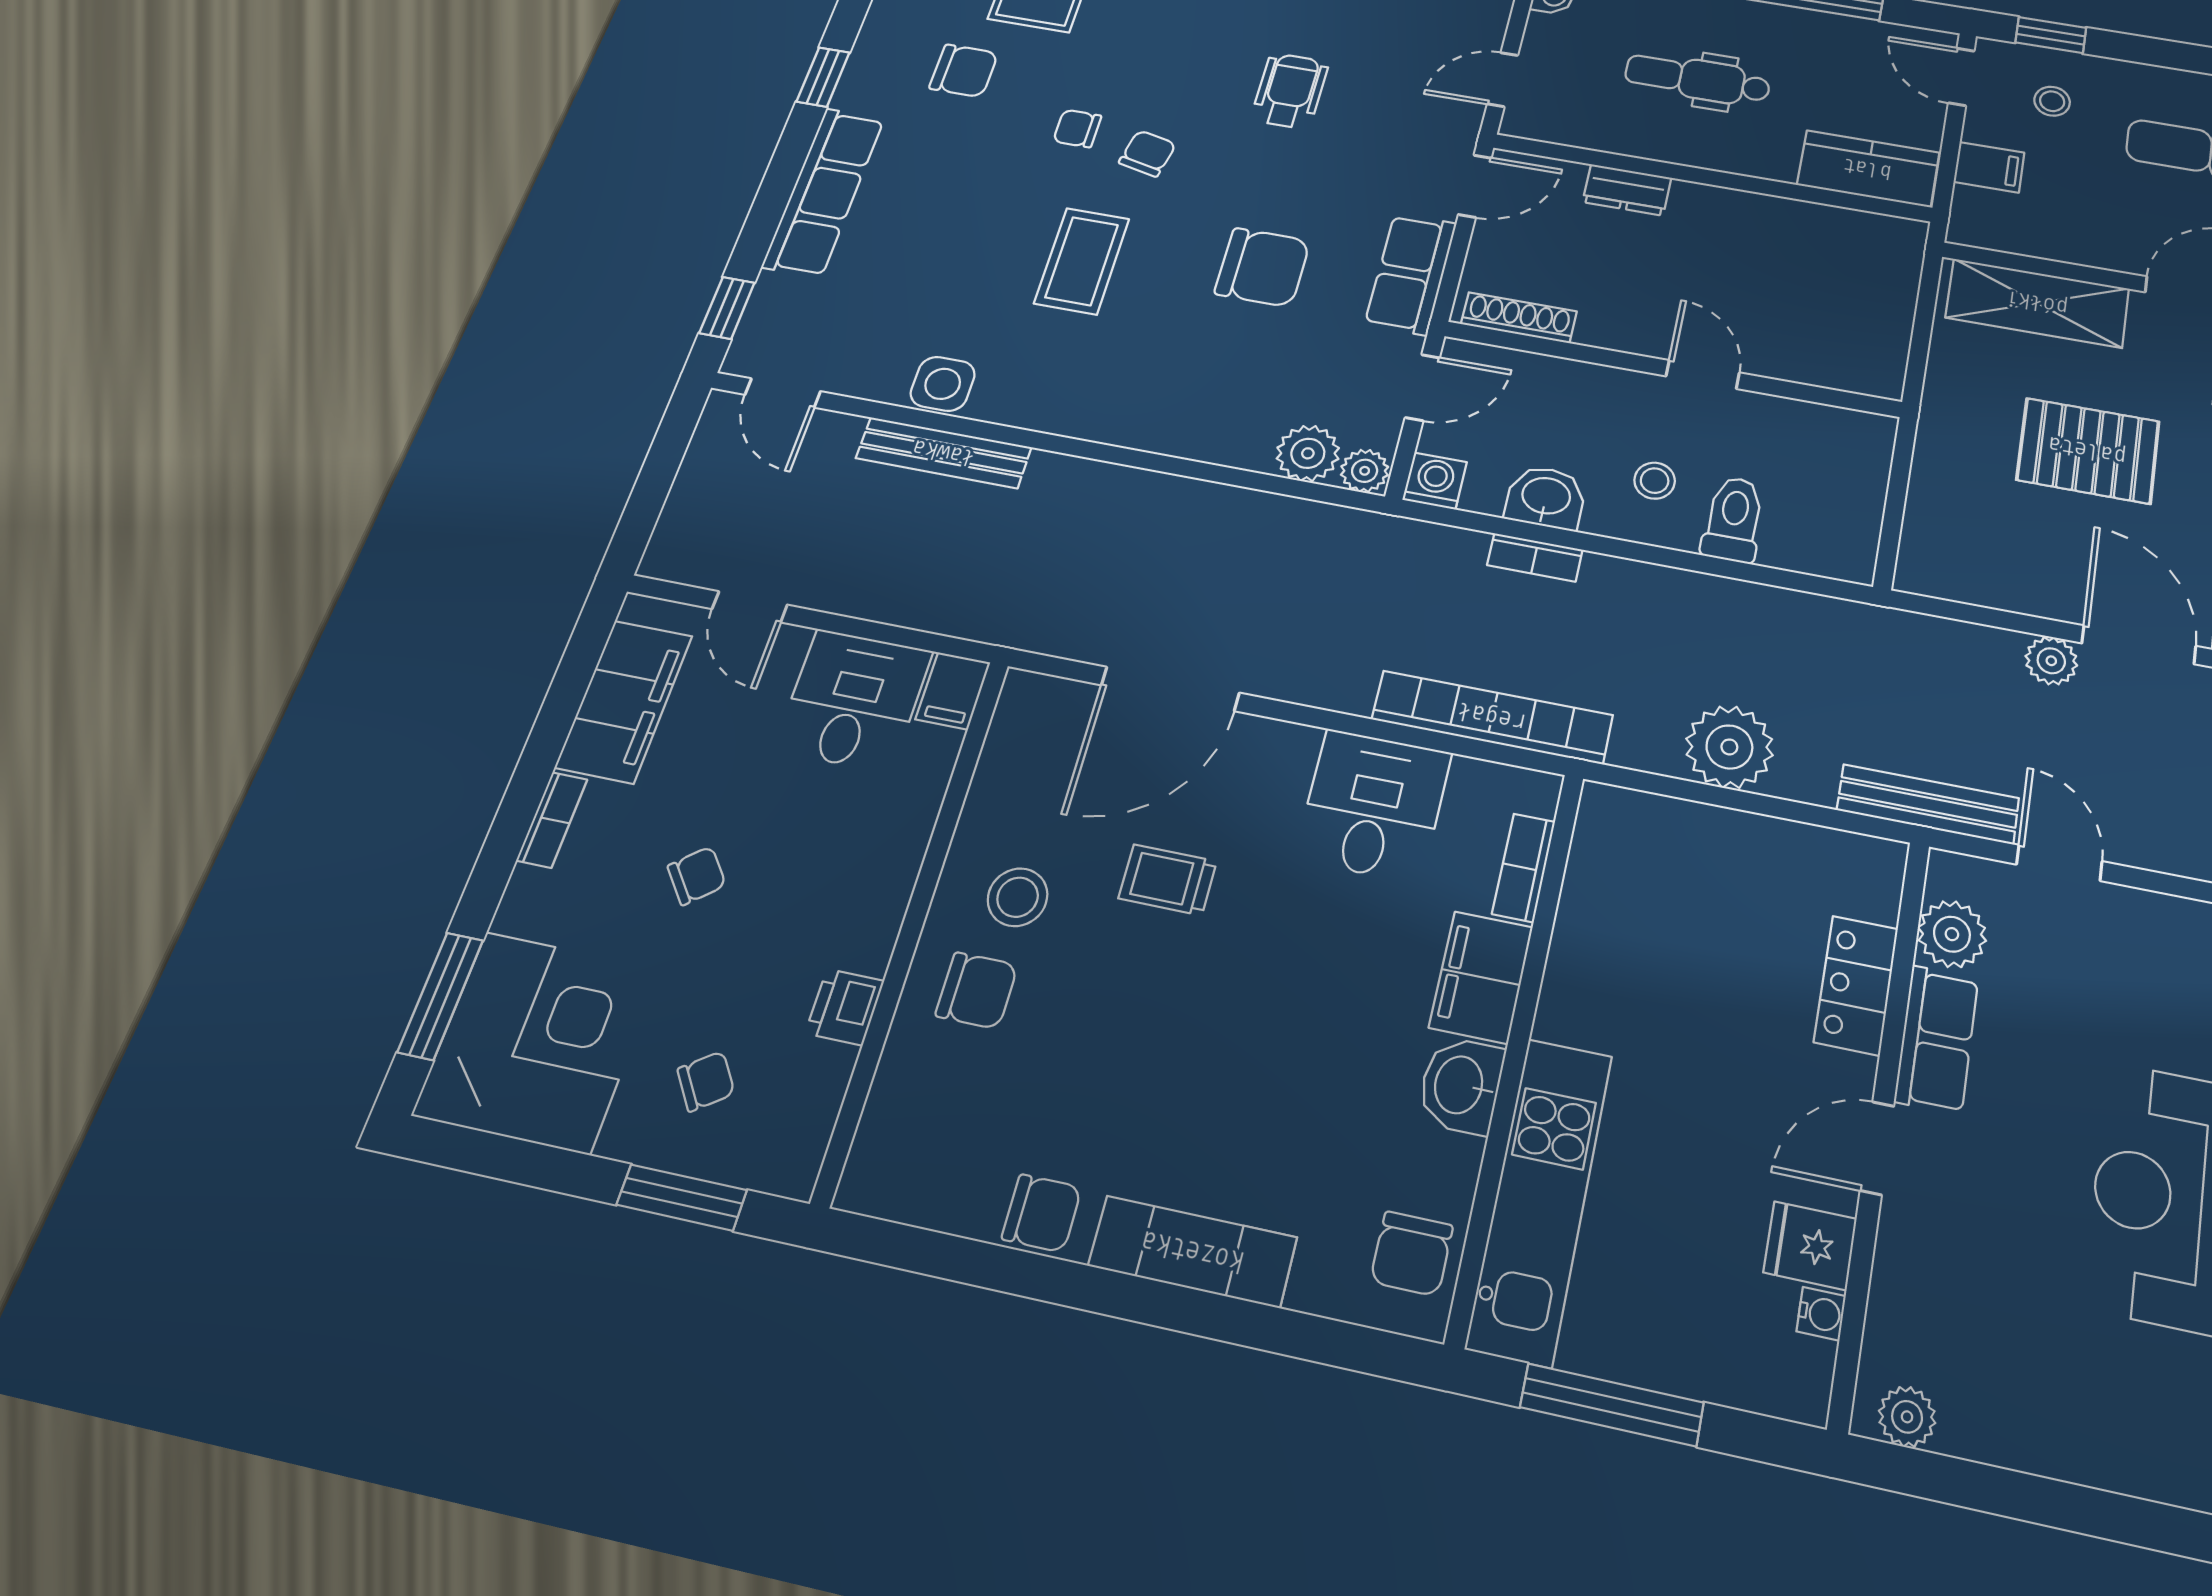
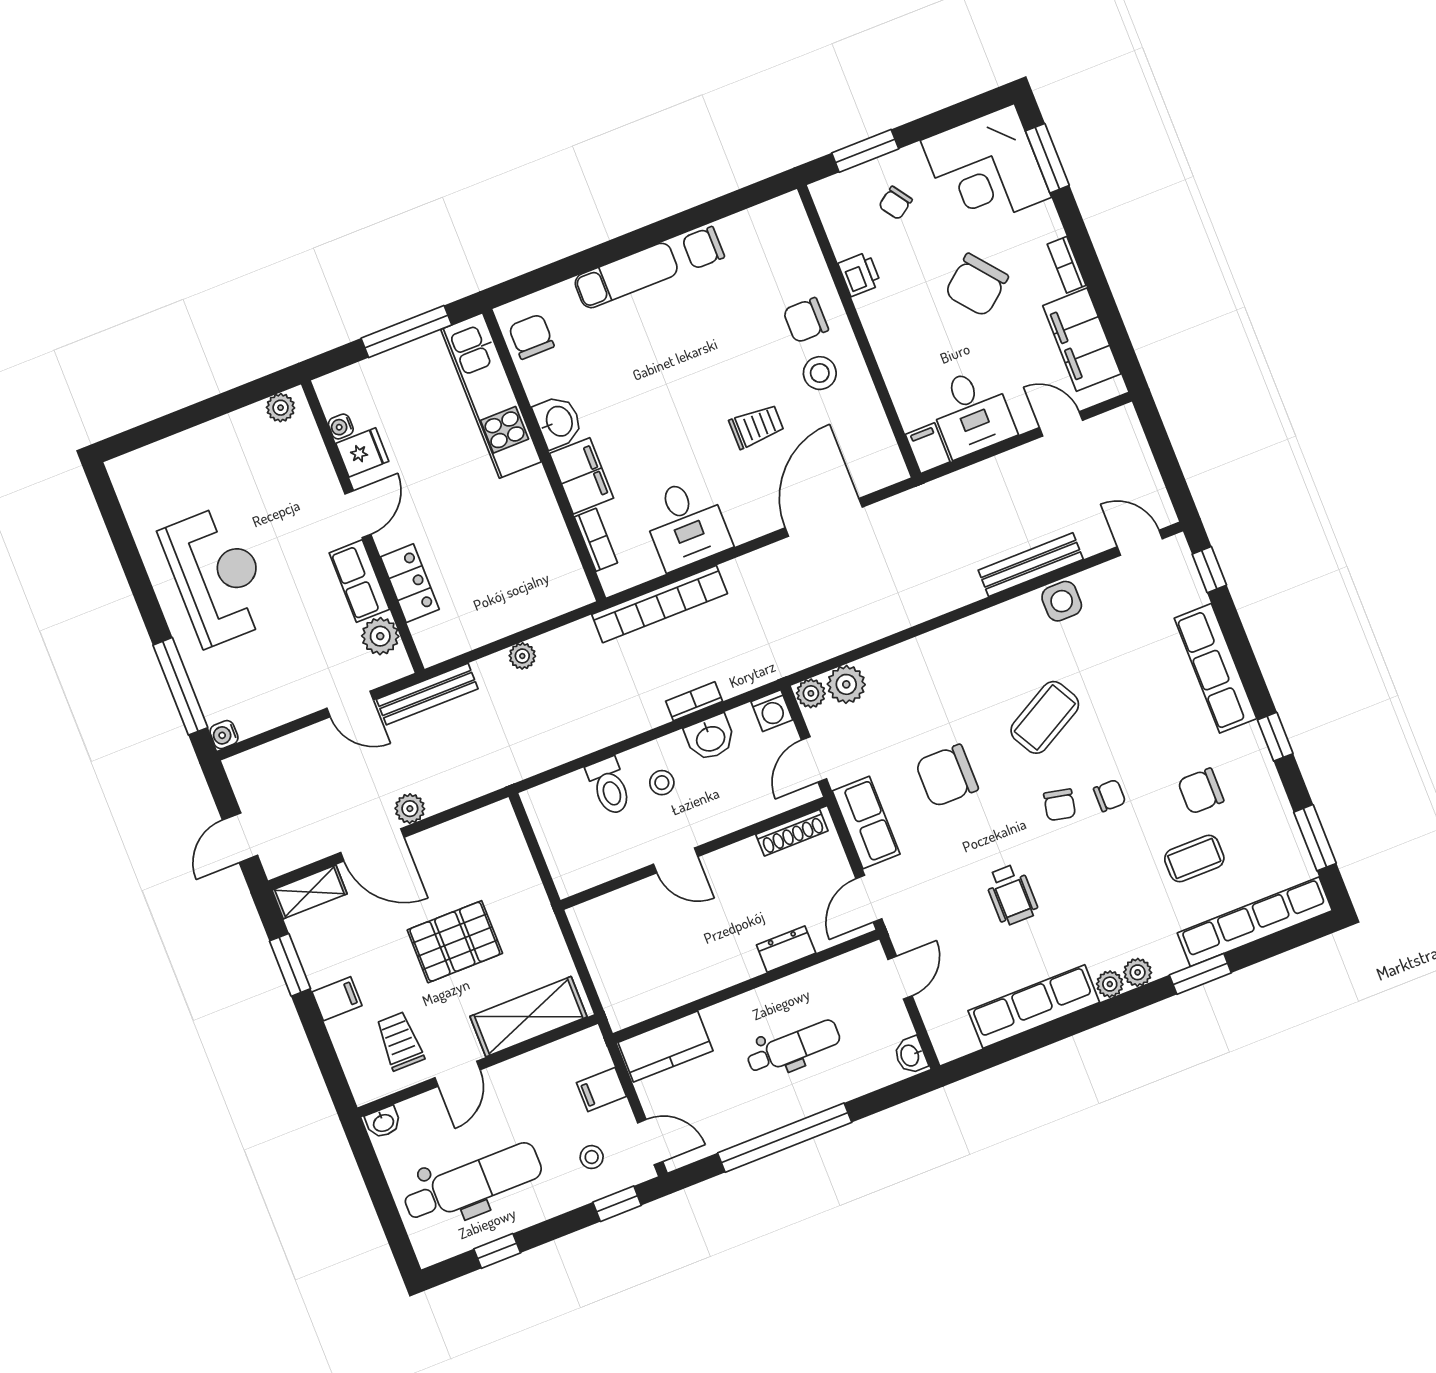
coffee table: (1082, 261) -> (1045, 717), turned 61
plant: (1729, 747) -> (522, 656), width x0.53, depth x0.53
chair: (697, 876) -> (977, 285), width x1.87, depth x1.87

